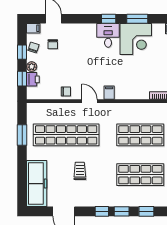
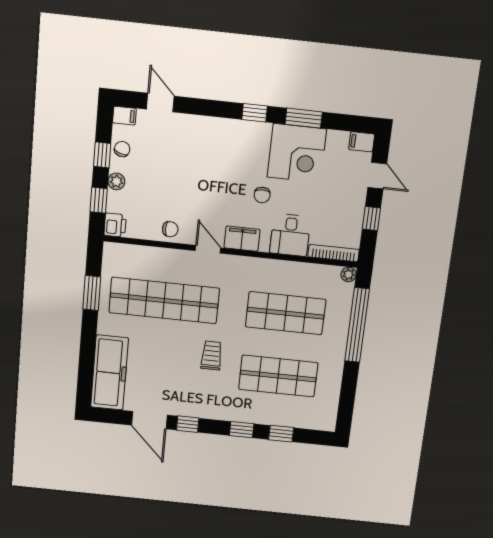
desk: (108, 35) -> (290, 235), moved, turned 180
chair: (53, 44) -> (262, 195), moved
printer: (33, 79) -> (115, 225), moved
filing cabinet: (109, 93) -> (242, 239), width x2.00
trolley: (80, 171) -> (212, 355), moved
window: (102, 211) -> (188, 424), moved

